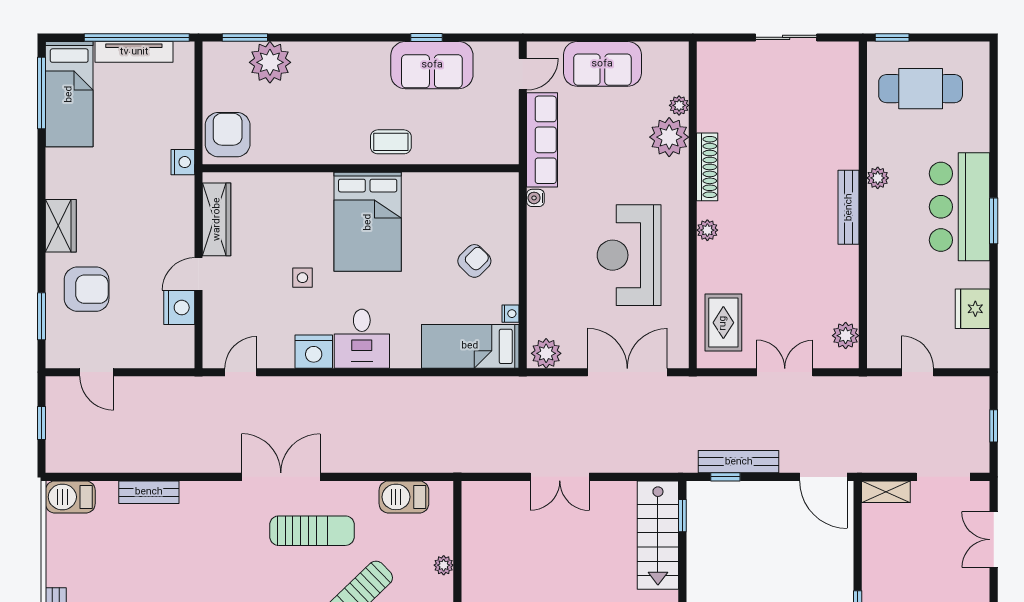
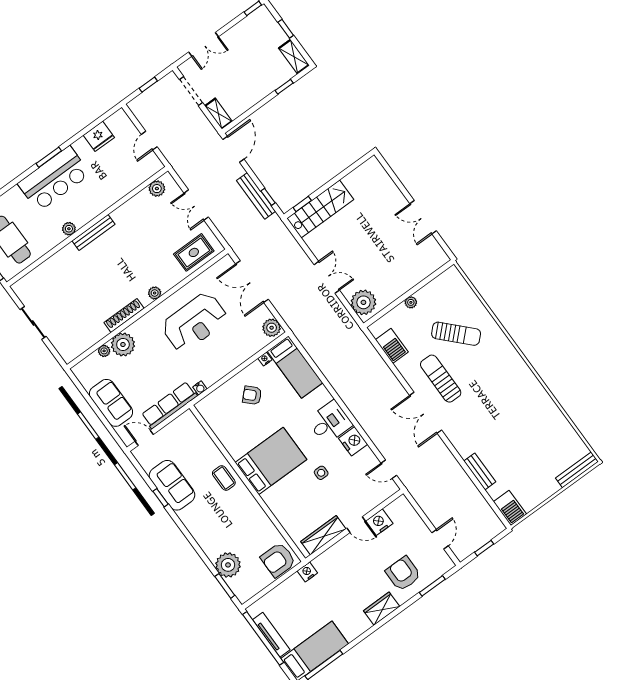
plant: (490, 502) -> (363, 302), added

